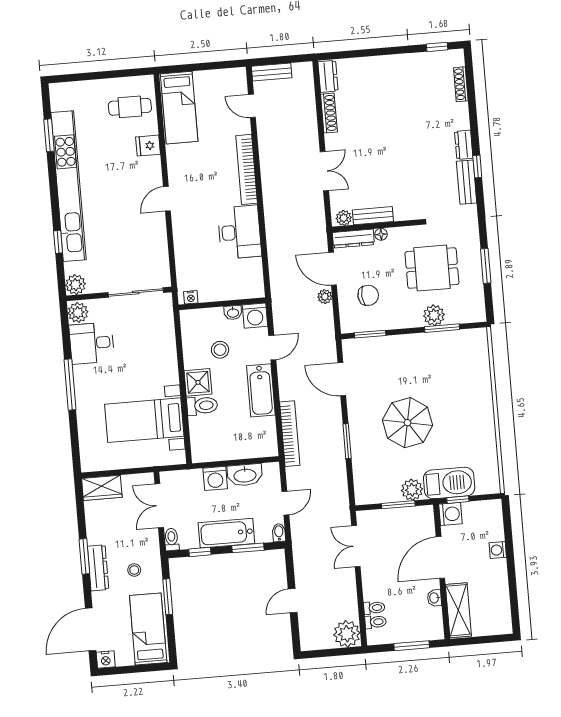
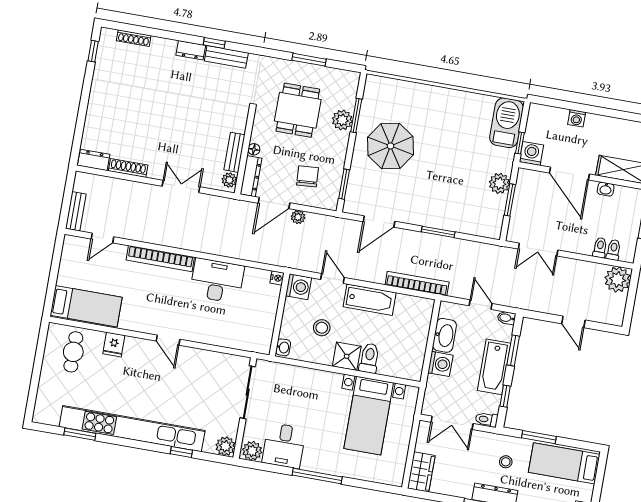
nightstand: (191, 297) -> (277, 278), moved
washbasin: (233, 313) -> (283, 347), moved
parasol: (407, 423) -> (390, 146), moved
barbecue: (449, 483) -> (507, 123), moved

